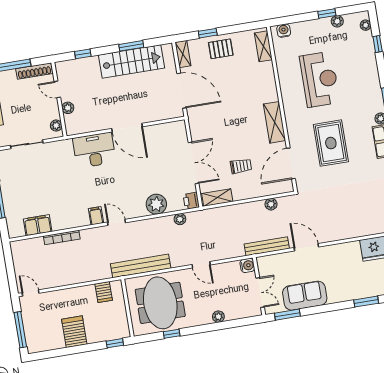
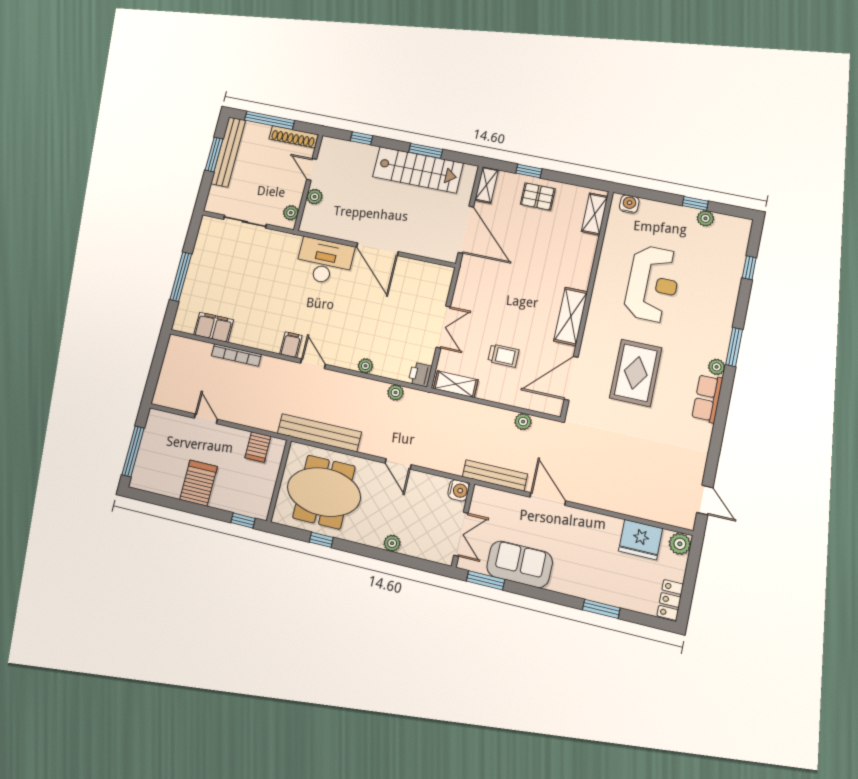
plant: (366, 25) -> (742, 237), removed
double door: (194, 163) -> (443, 327), width x0.73
plant: (156, 204) -> (365, 366), width x0.53, depth x0.53
door: (31, 293) -> (206, 419), moved
meeting table: (160, 303) -> (324, 492), turned 90

